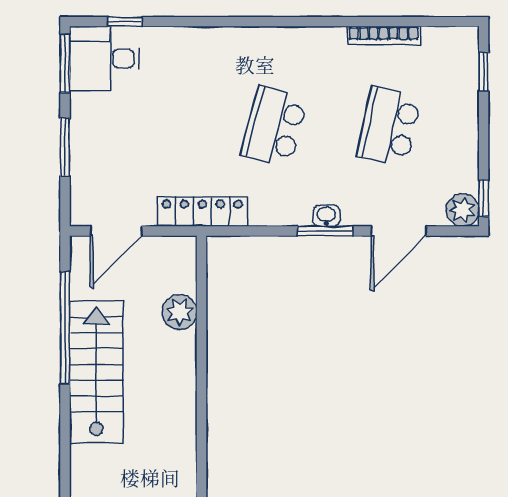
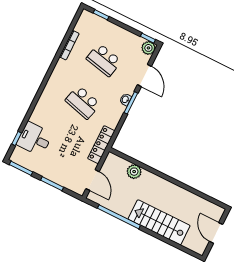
desk: (104, 59) -> (35, 139), moved, turned 90
stairs: (96, 372) -> (159, 222), moved

